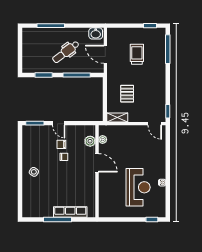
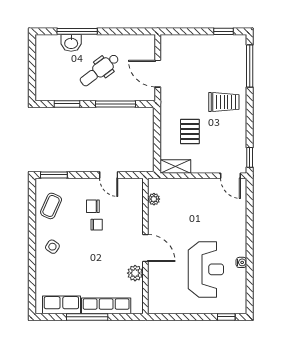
washbasin: (96, 33) -> (71, 43), moved
trolley: (137, 54) -> (224, 102), moved, turned 90
door: (59, 123) -> (109, 175), moved
plant: (90, 141) -> (135, 273), moved
coffee table: (33, 144) -> (51, 206), added
door: (97, 163) -> (145, 248), moved
row of seats: (40, 211) -> (61, 305), added

